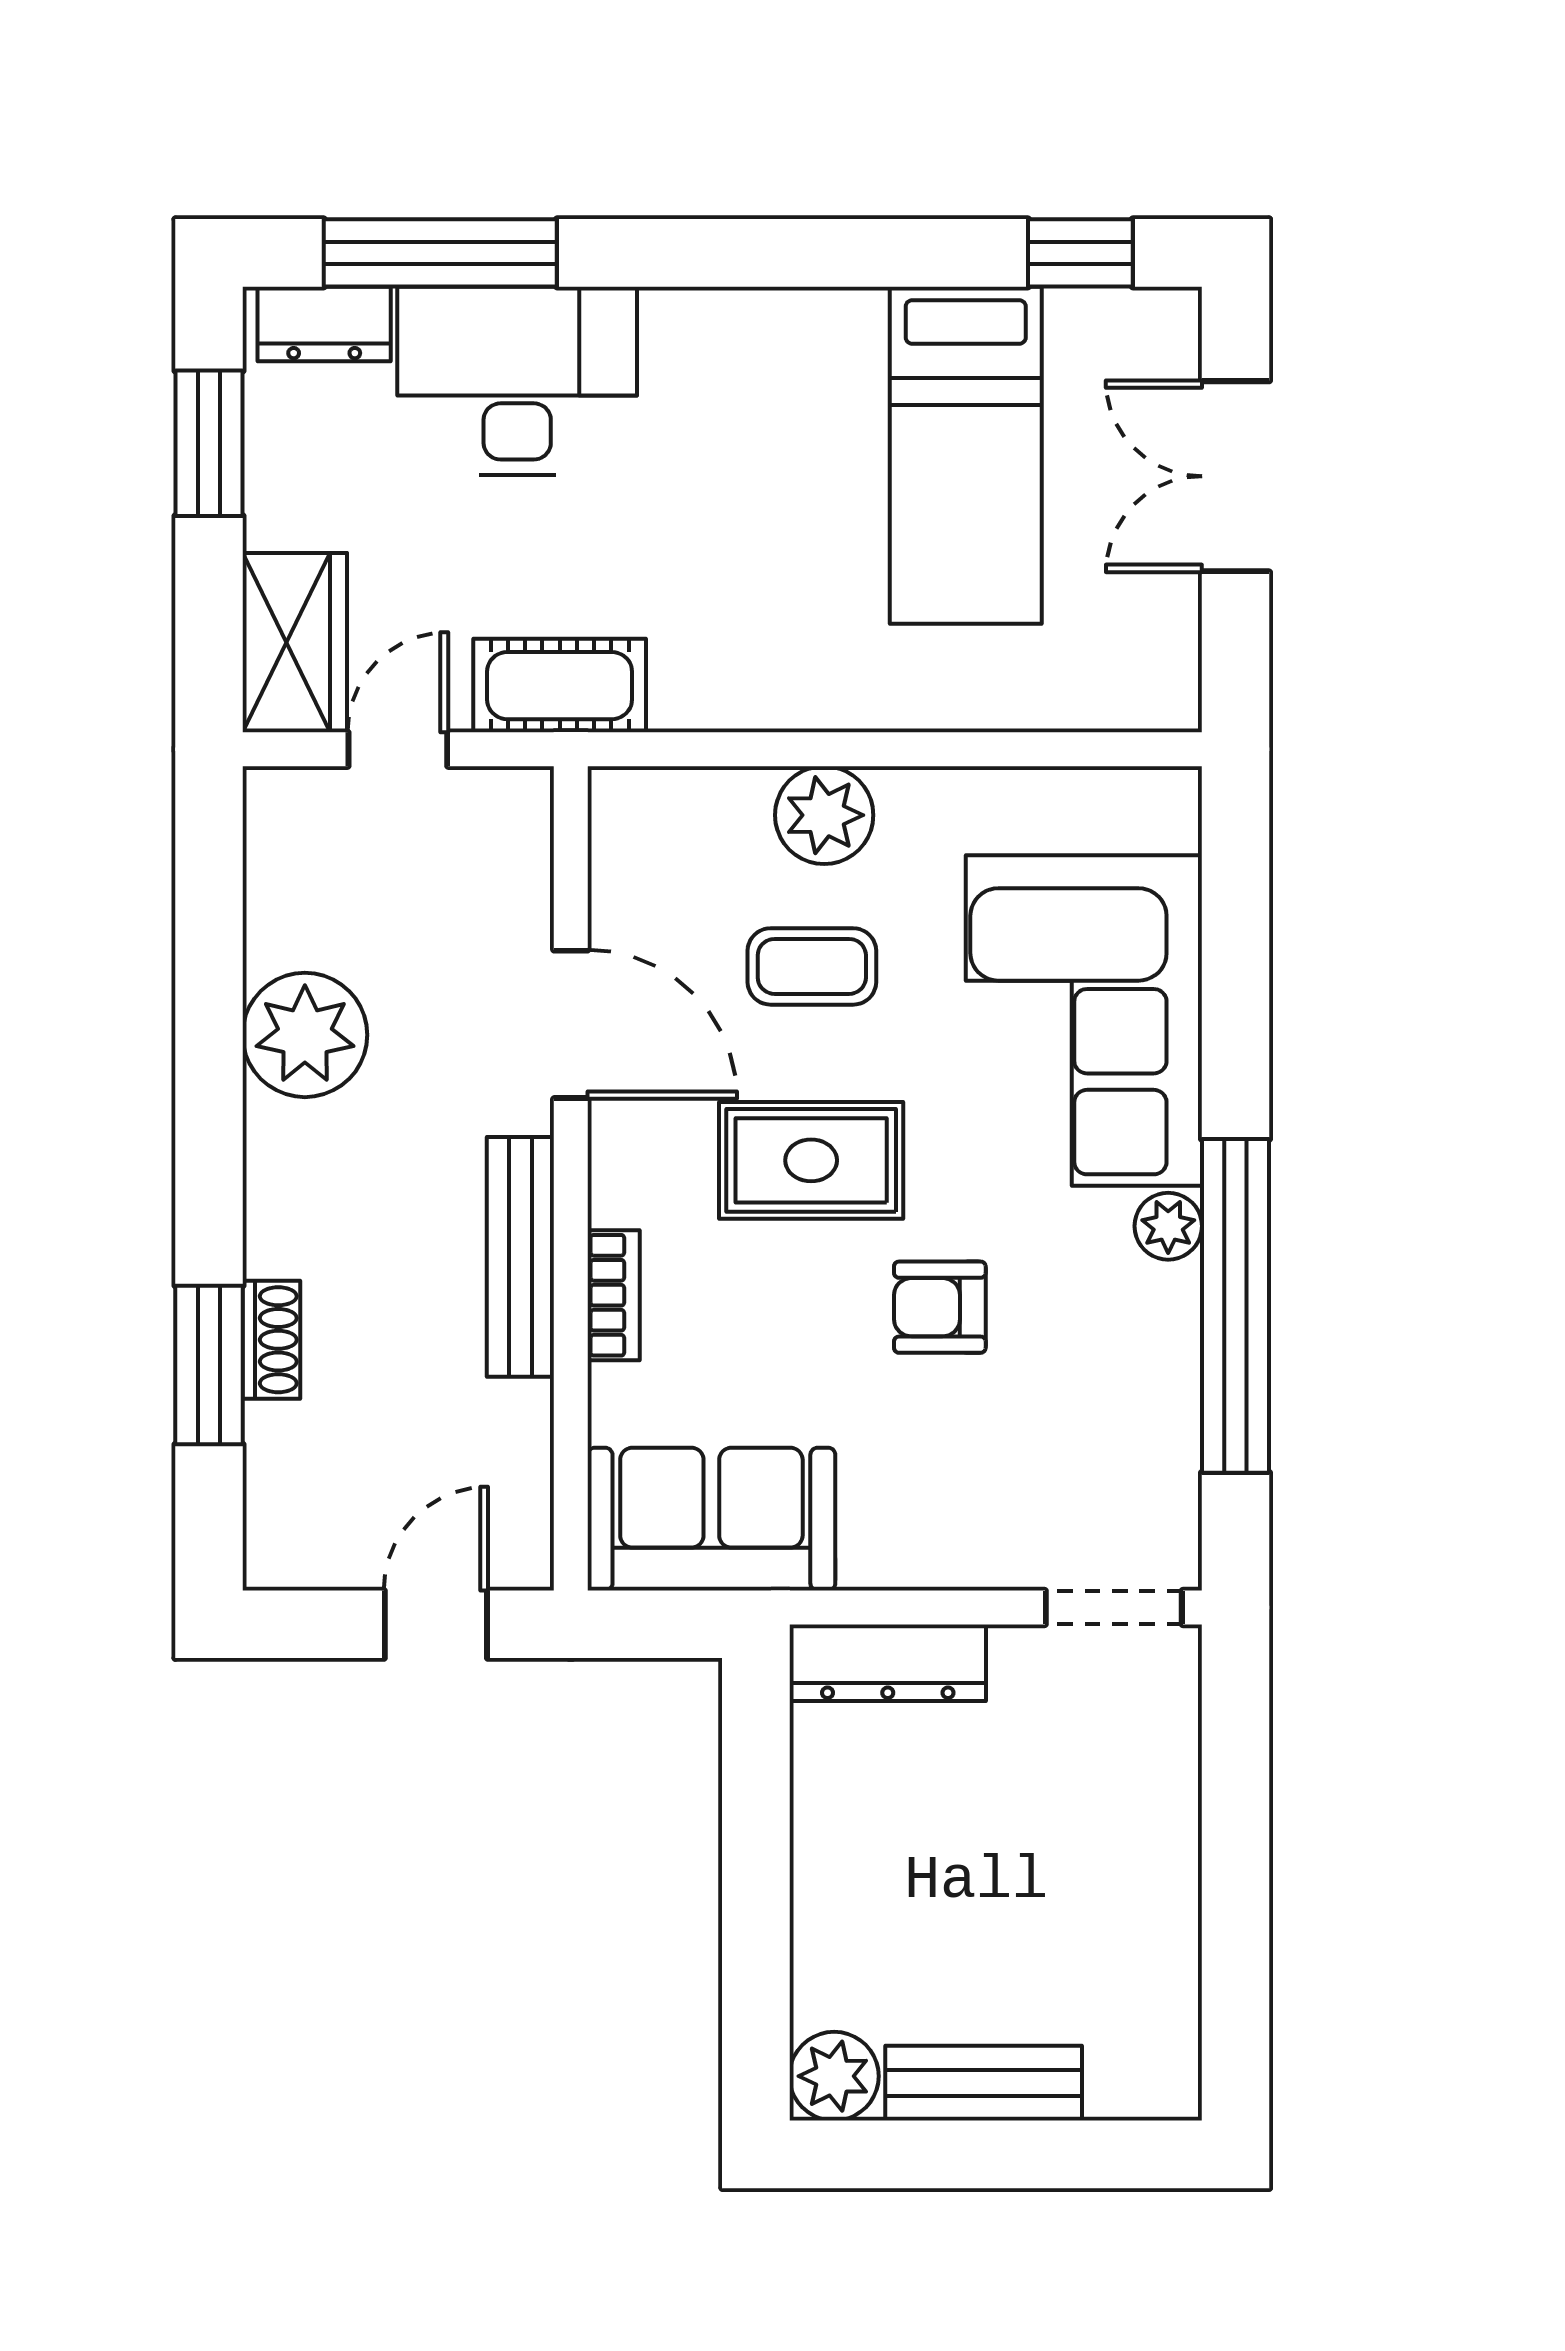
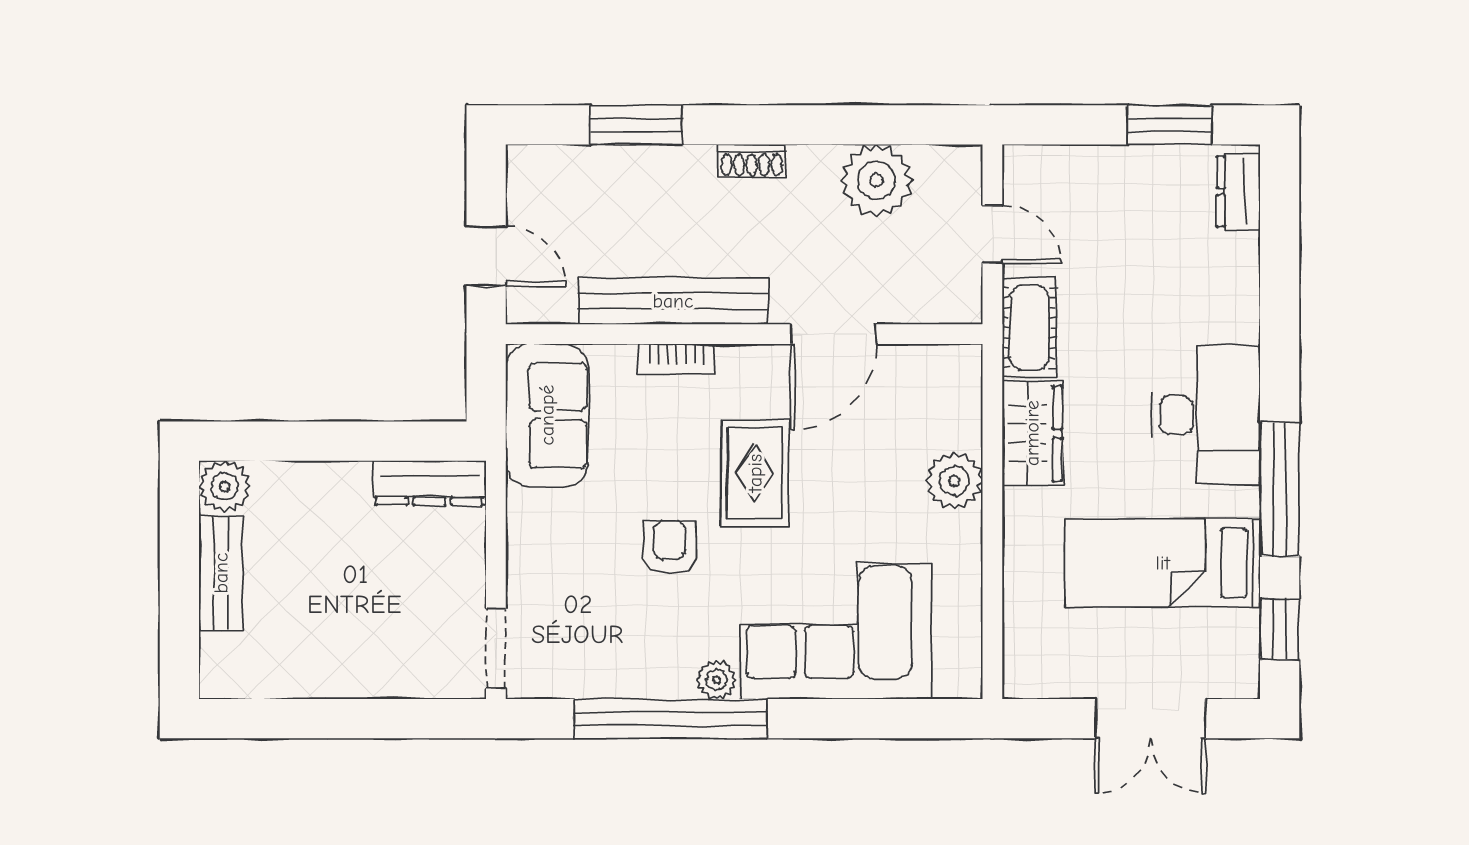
window: (440, 253) -> (1280, 489), moved
desk: (517, 381) -> (1206, 415), moved
double door: (1235, 476) -> (1150, 719), swing flipped
wardrobe: (295, 643) -> (1032, 433), moved, turned -90
coffee table: (812, 966) -> (867, 474), removed
plant: (305, 1035) -> (876, 180), moved
bench: (520, 1257) -> (673, 301), width x1.37, depth x1.21
shoe rack: (271, 1340) -> (752, 161), moved
dresser: (888, 1663) -> (429, 483), moved, turned -90

